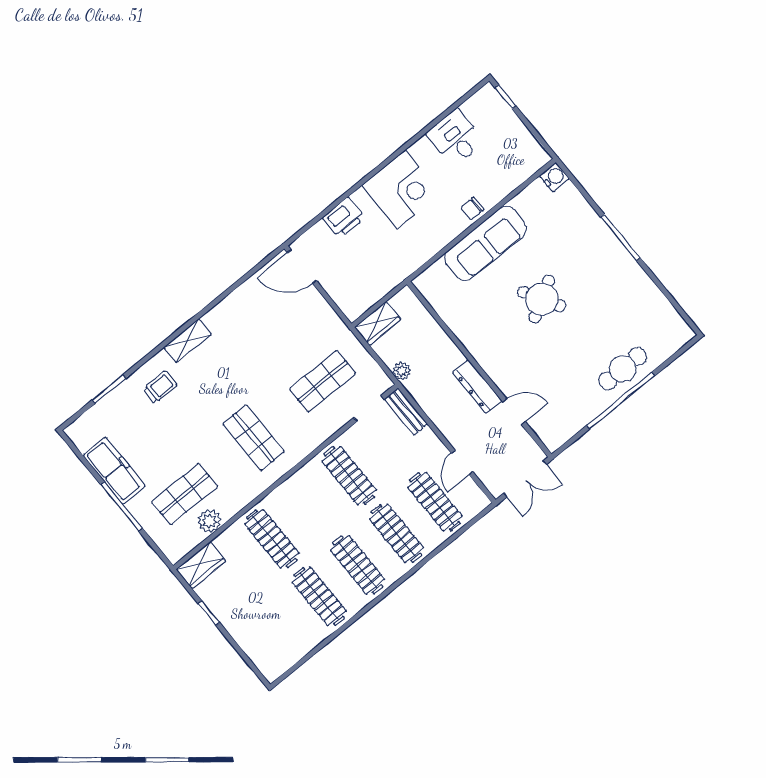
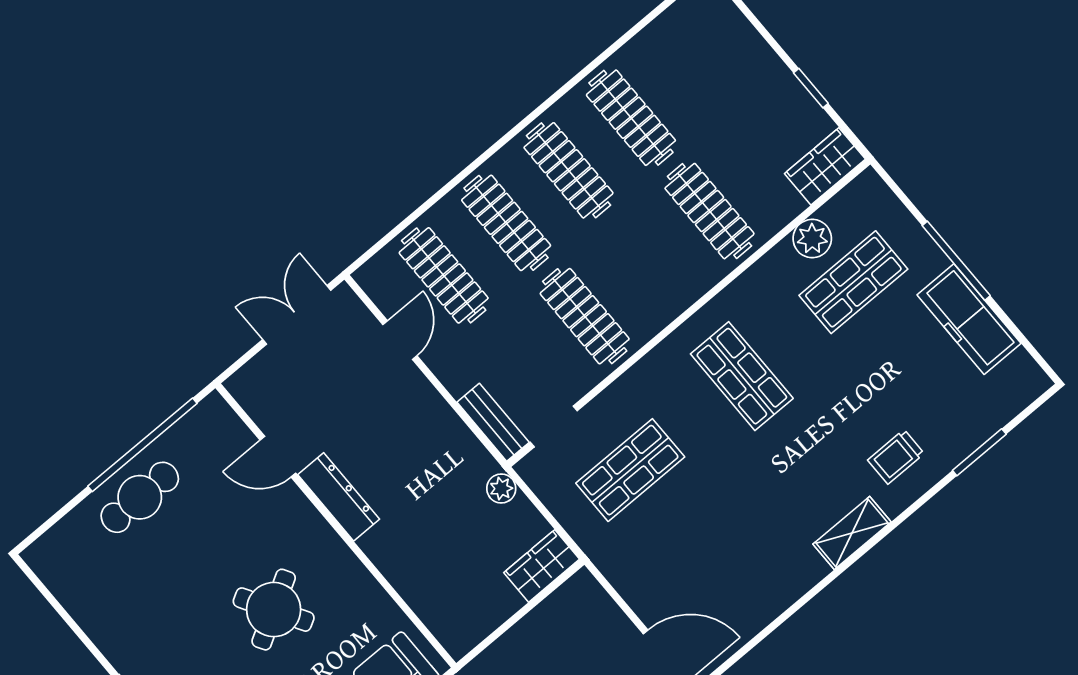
wall: (479, 369) -> (336, 526), moved
dresser: (477, 387) -> (339, 497), moved
door: (514, 412) -> (278, 457), moved

